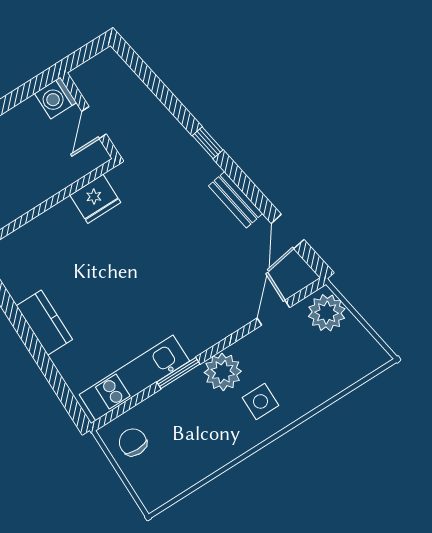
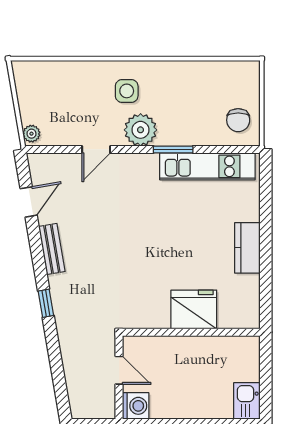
door: (94, 123) -> (119, 370), hinge flipped
fridge: (95, 199) -> (194, 309), moved, width x1.36, depth x1.34
door: (273, 313) -> (96, 149), moved
plant: (327, 313) -> (31, 134), width x0.53, depth x0.53

